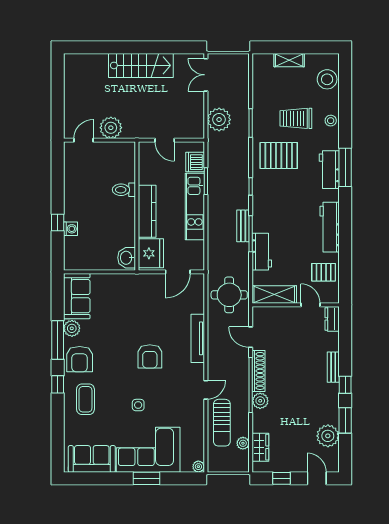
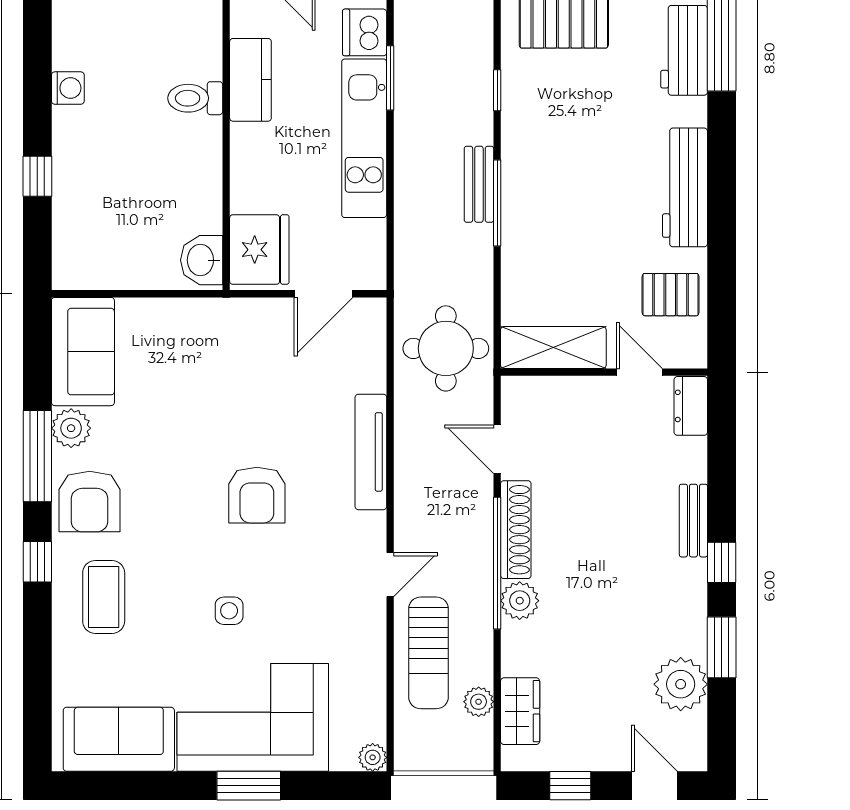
kitchen counter: (147, 211) -> (250, 80), moved, width x0.67
washing machine: (70, 229) -> (68, 88), moved
workbench: (262, 252) -> (523, 246), removed

